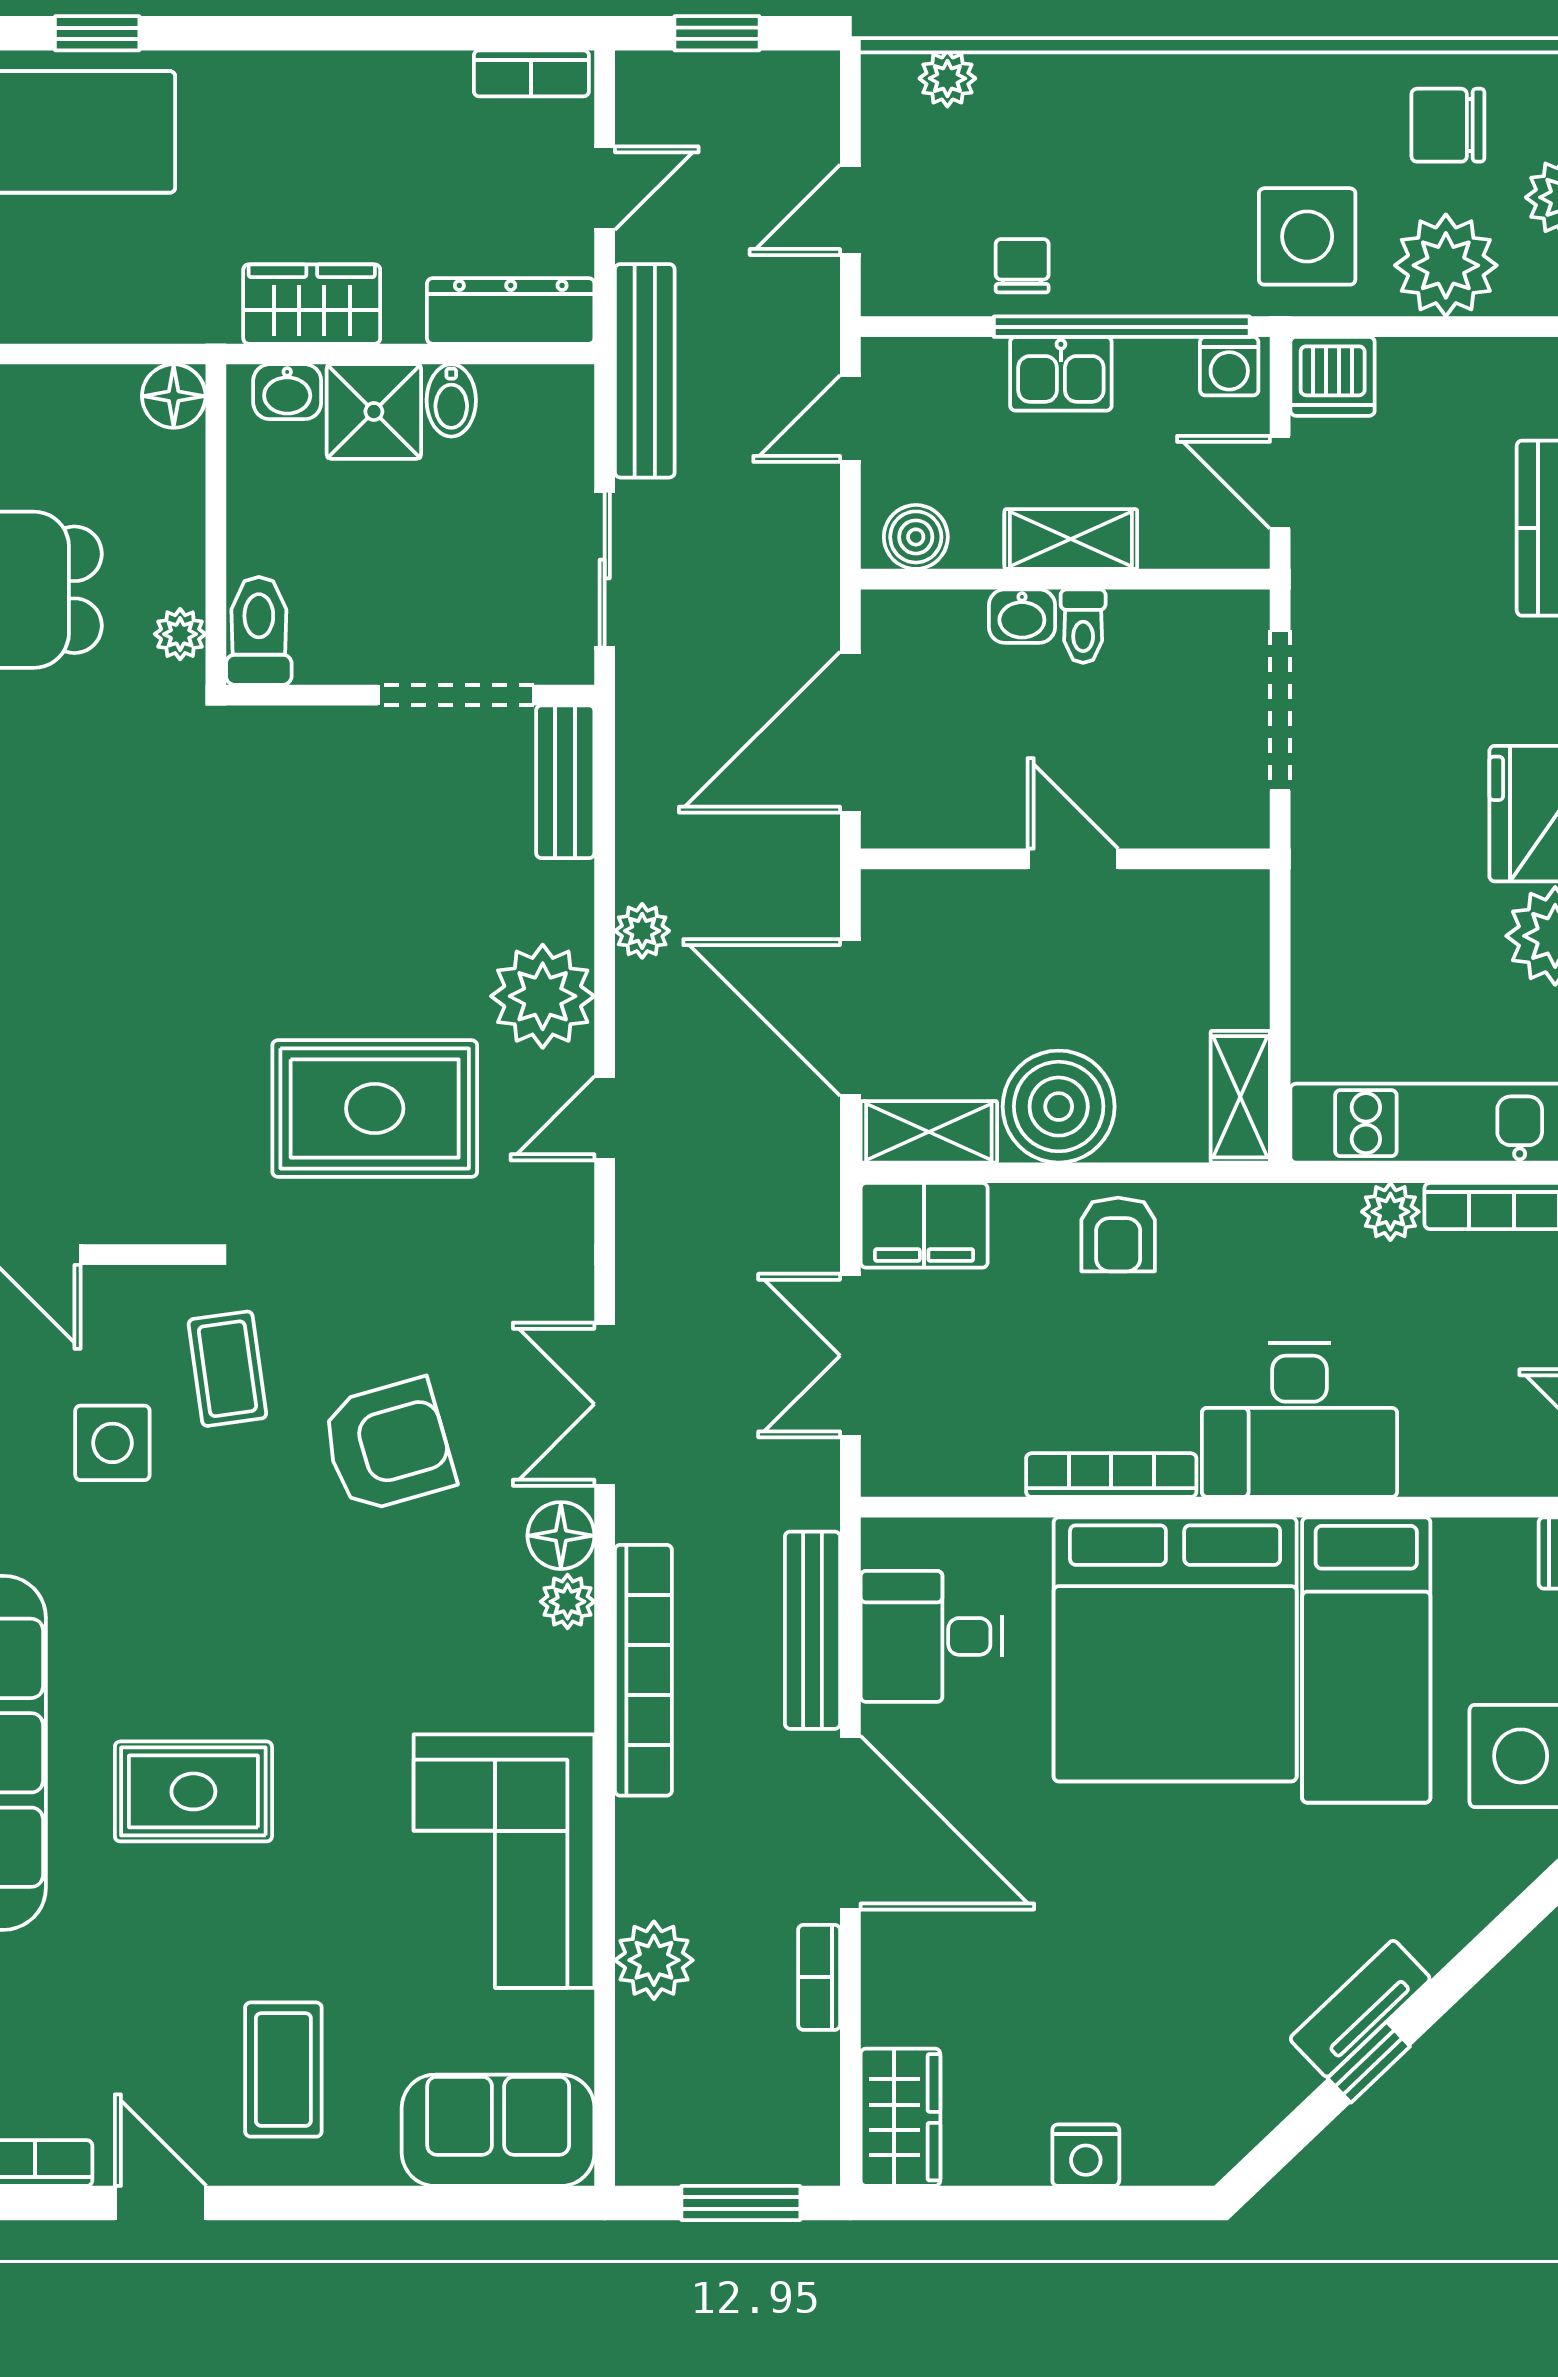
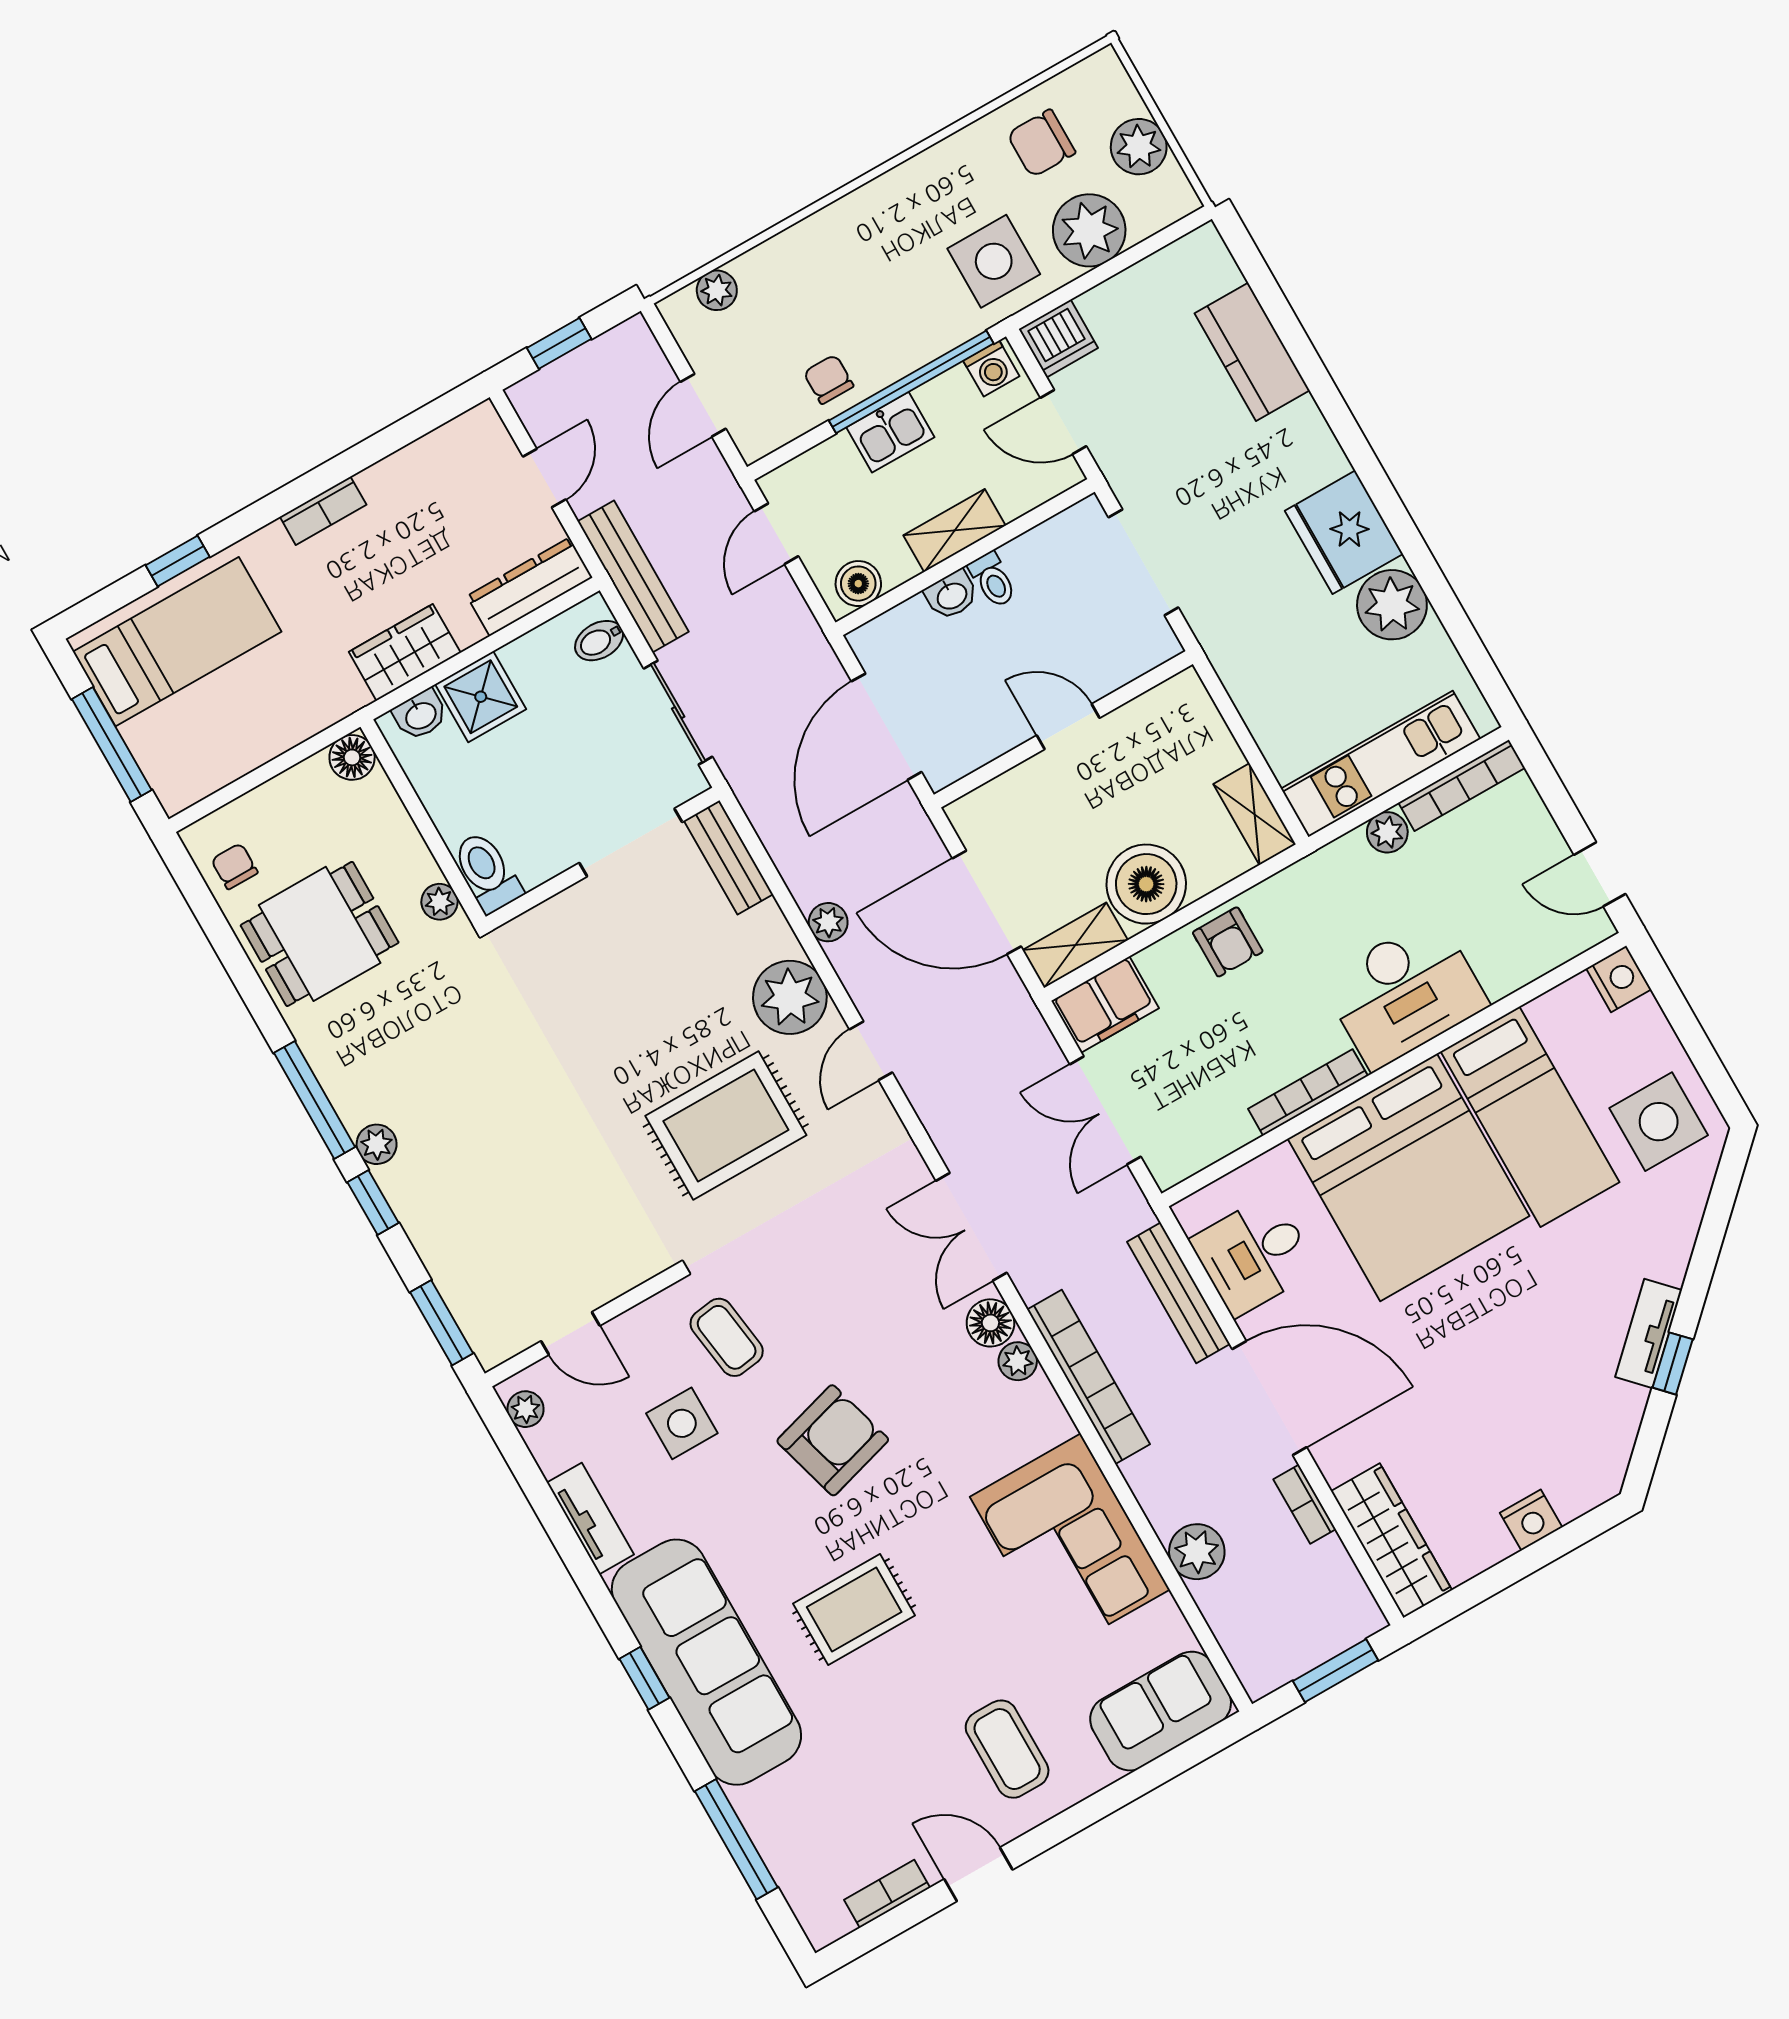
bookcase: (531, 73) -> (323, 511), moved
bidet: (451, 400) -> (599, 641), moved, turned 90
armchair: (388, 1446) -> (833, 1440), moved
wardrobe: (900, 2117) -> (1392, 1541), width x1.50

